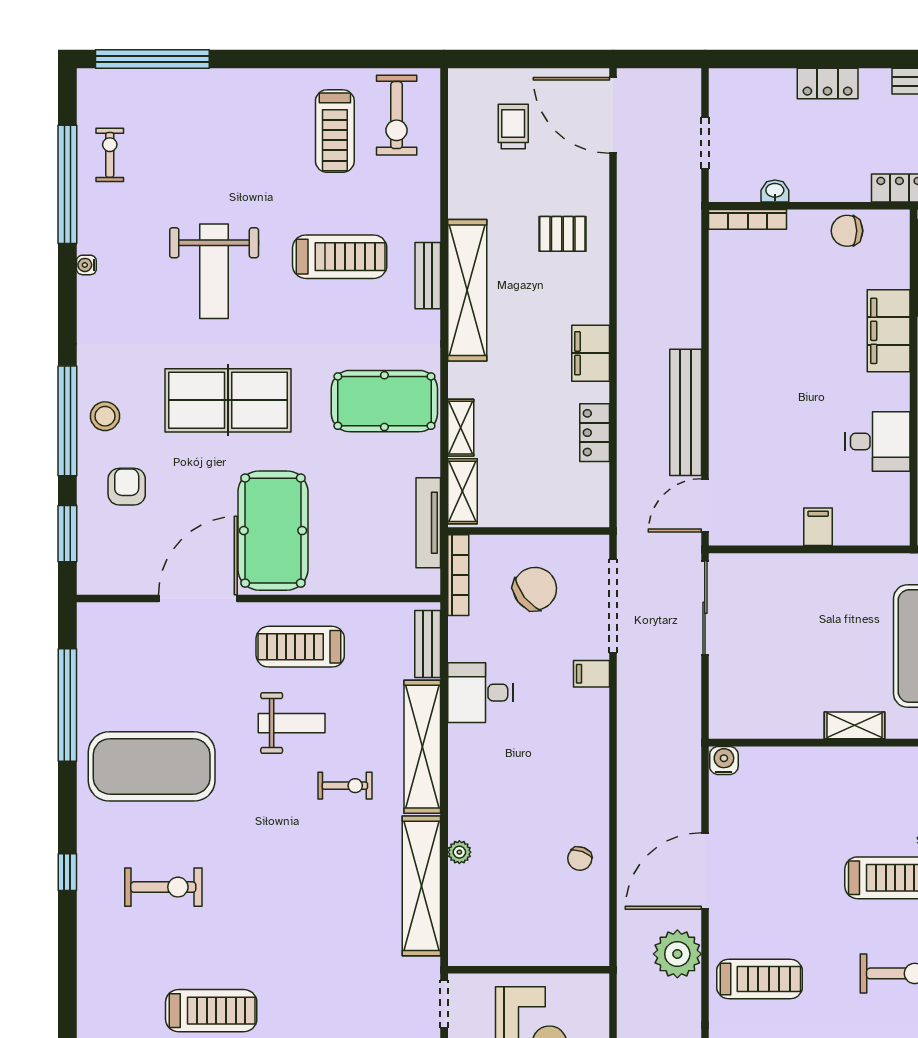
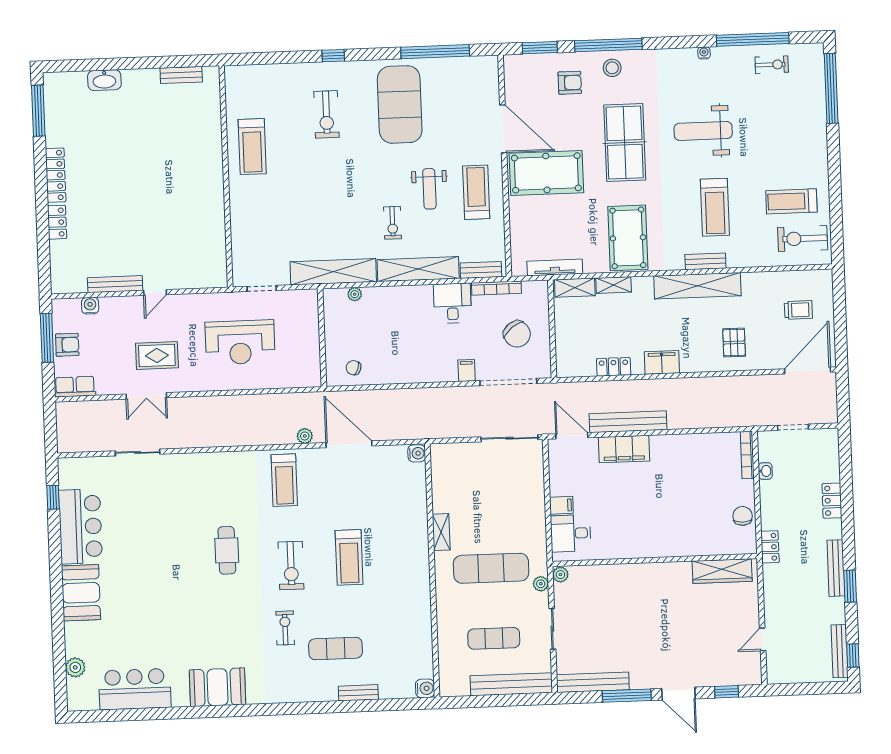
filing cabinet: (889, 331) -> (624, 449), moved, turned 180
desk: (878, 442) -> (571, 533), moved, turned 90
bookcase: (458, 575) -> (496, 288), moved
plant: (677, 954) -> (305, 436), width x0.53, depth x0.53
wall: (529, 970) -> (322, 338), moved

